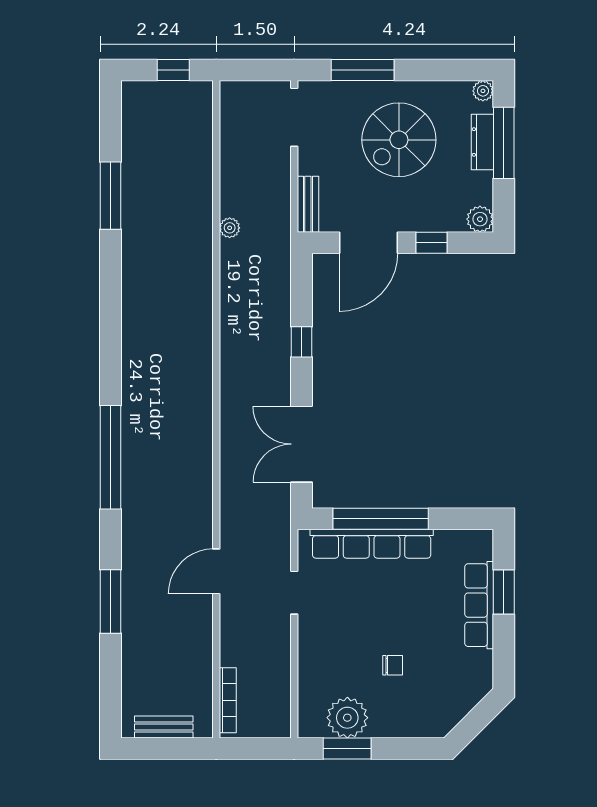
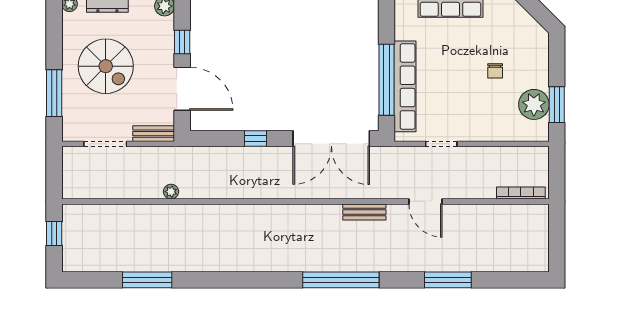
doorway: (294, 117) -> (105, 144), moved
double door: (301, 444) -> (331, 138), width x1.36
chair: (393, 665) -> (495, 71), turned 180
bench: (164, 727) -> (364, 212), moved, turned 90

